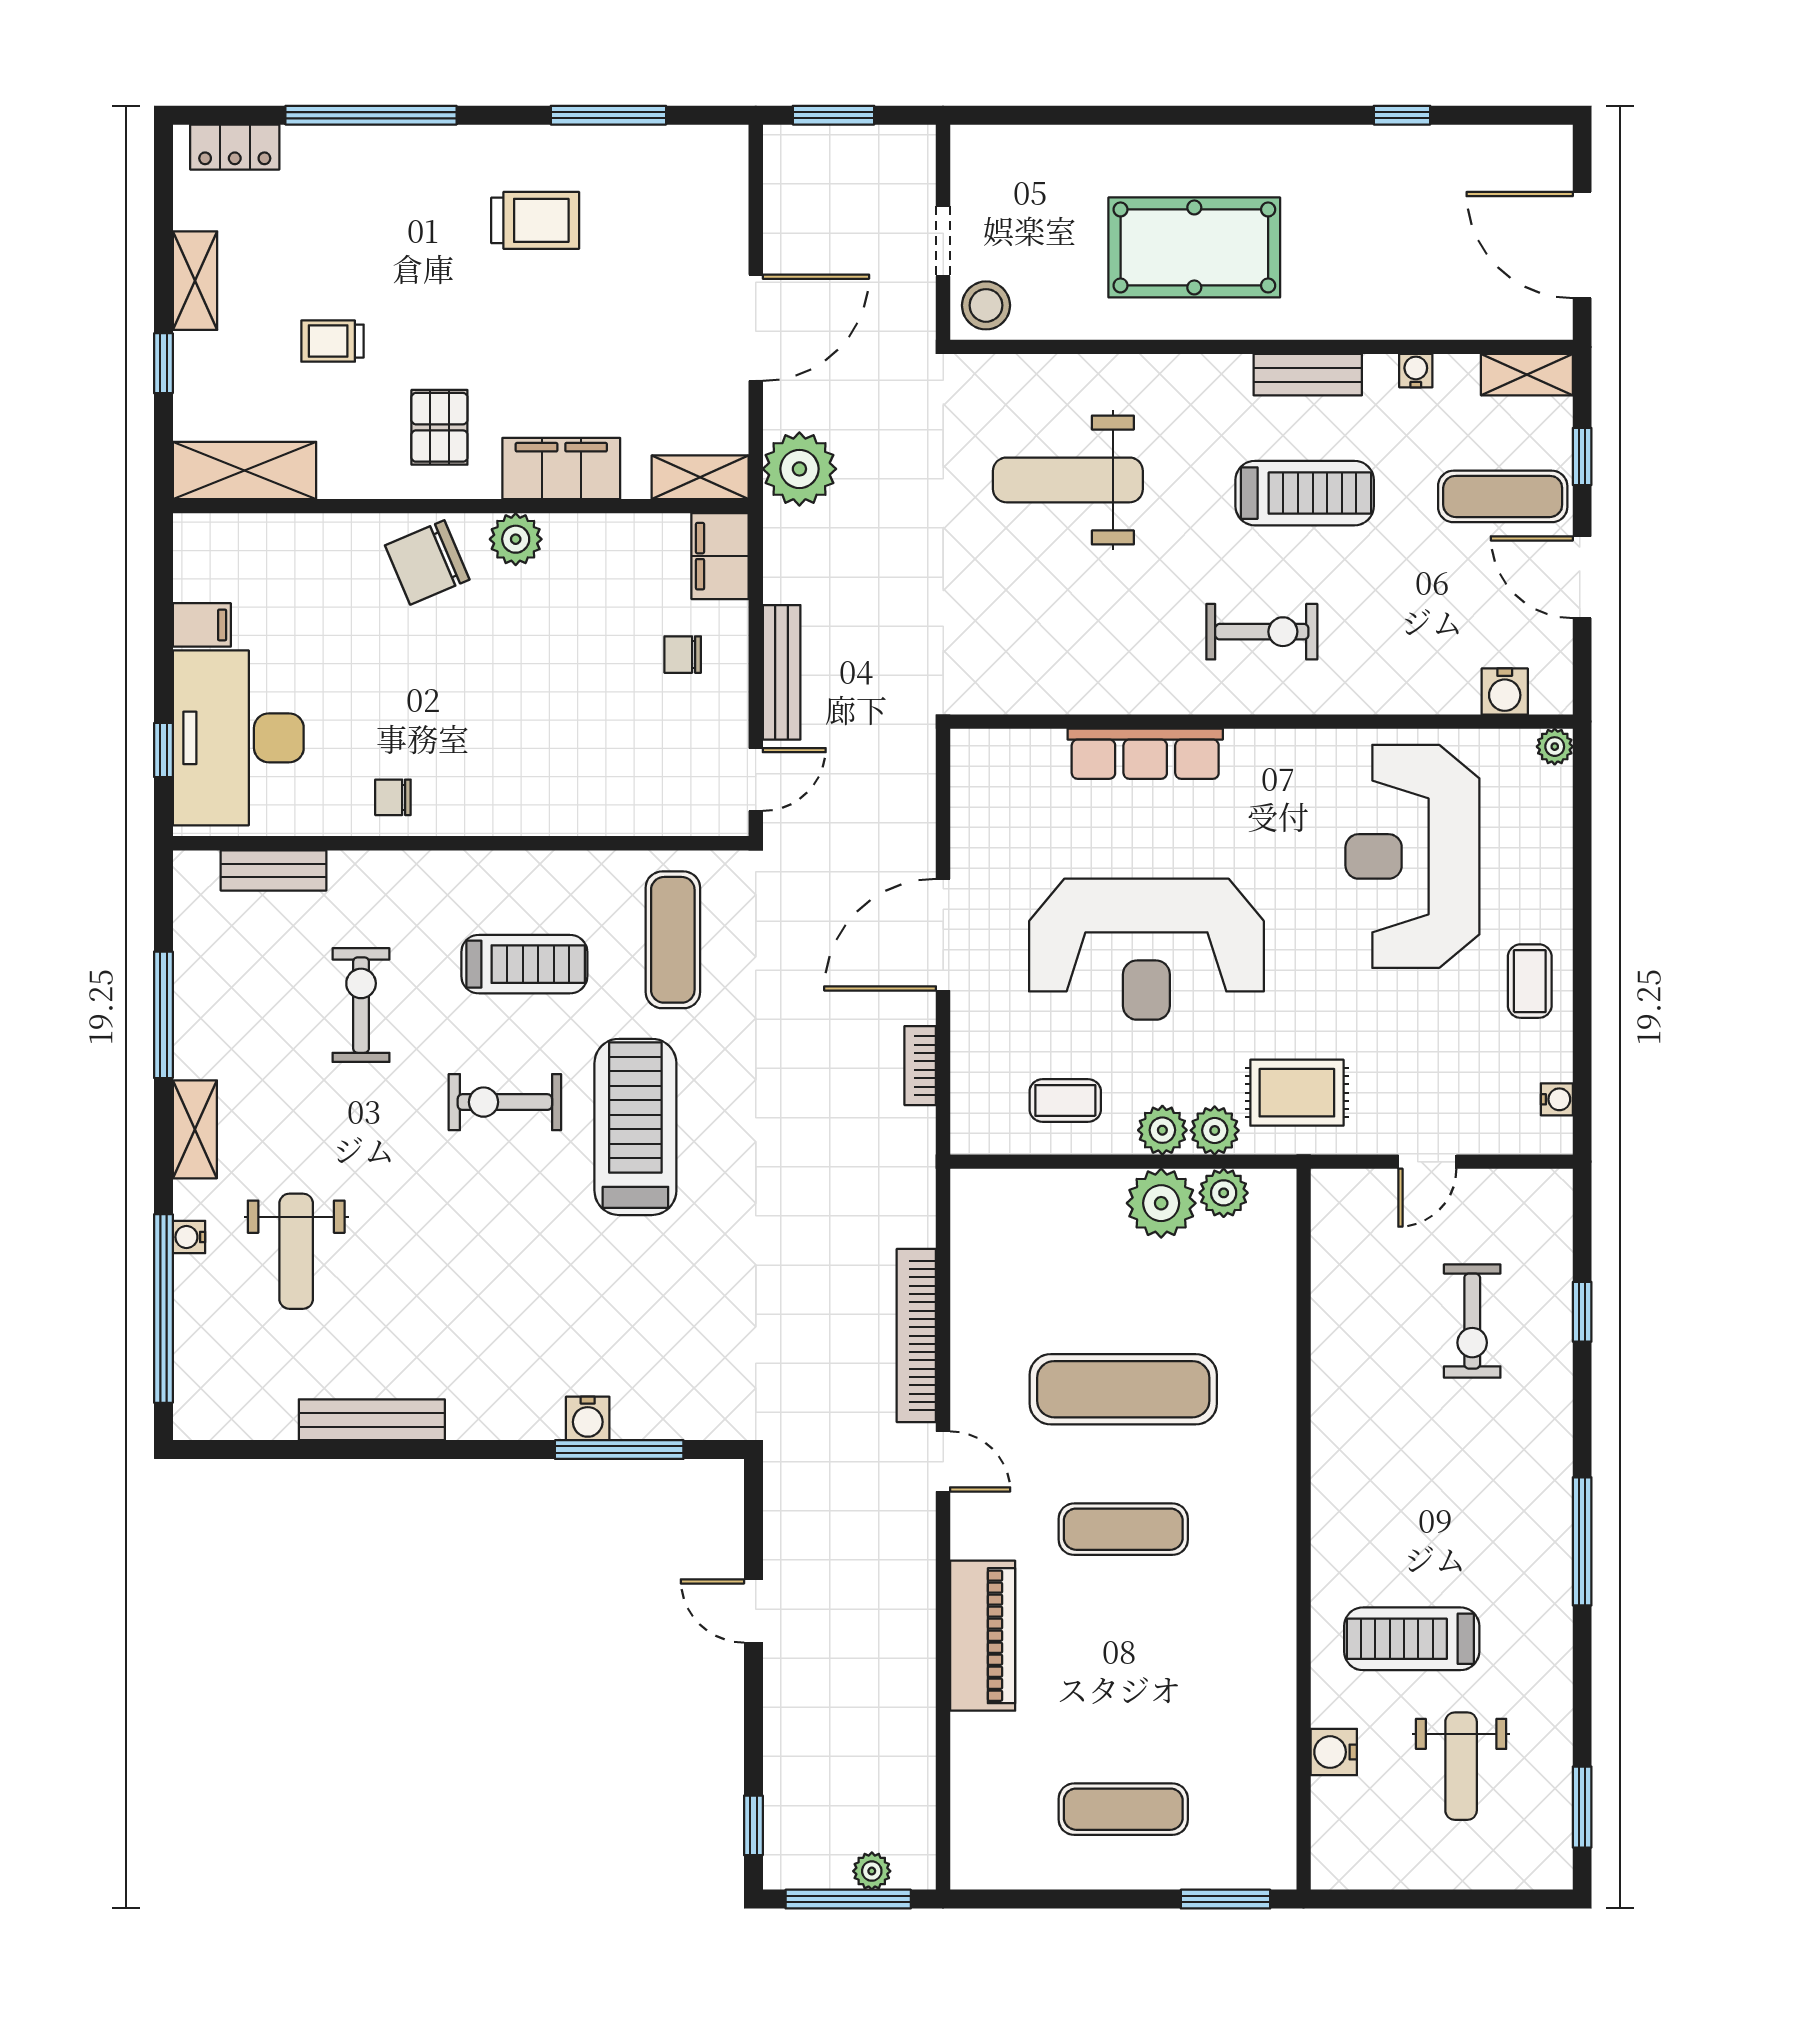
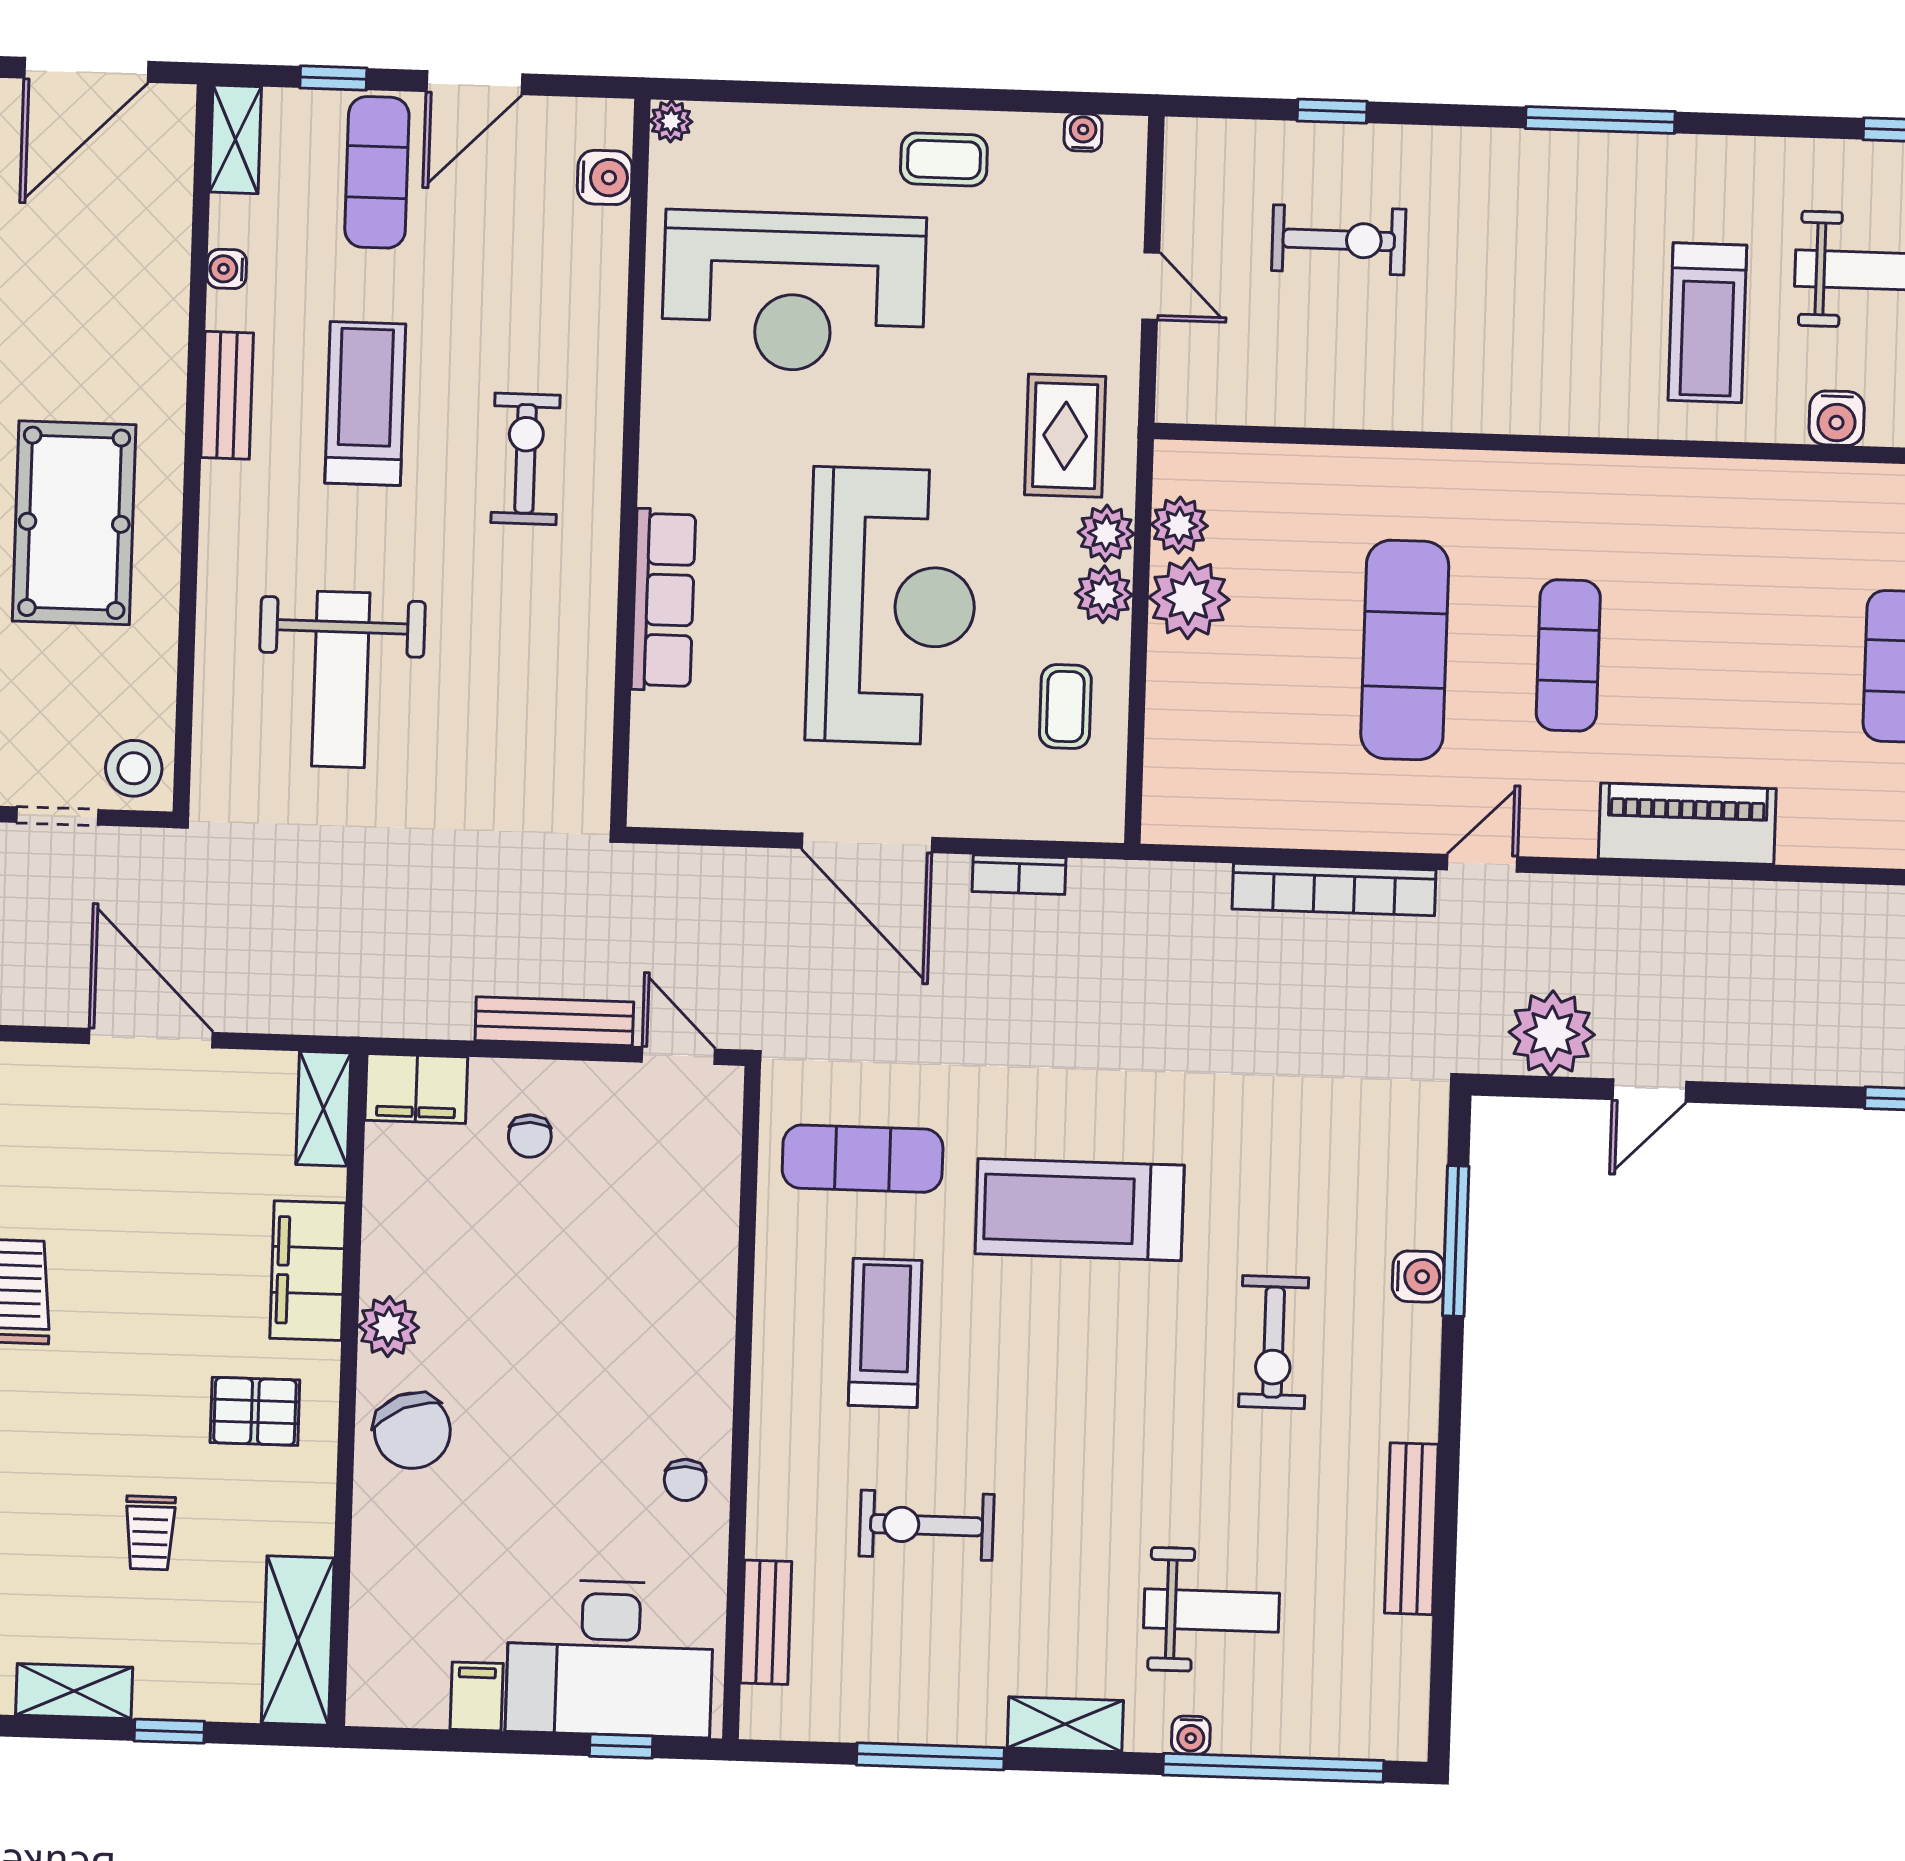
plant: (799, 469) -> (1552, 1033), moved
exercise bike: (505, 1102) -> (1274, 1342), moved

